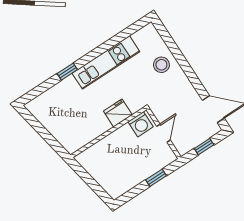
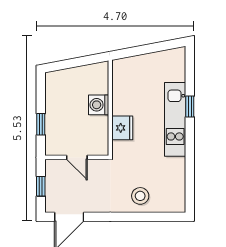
kitchen unit: (106, 62) -> (175, 119), moved
washing machine: (141, 124) -> (99, 105), moved

